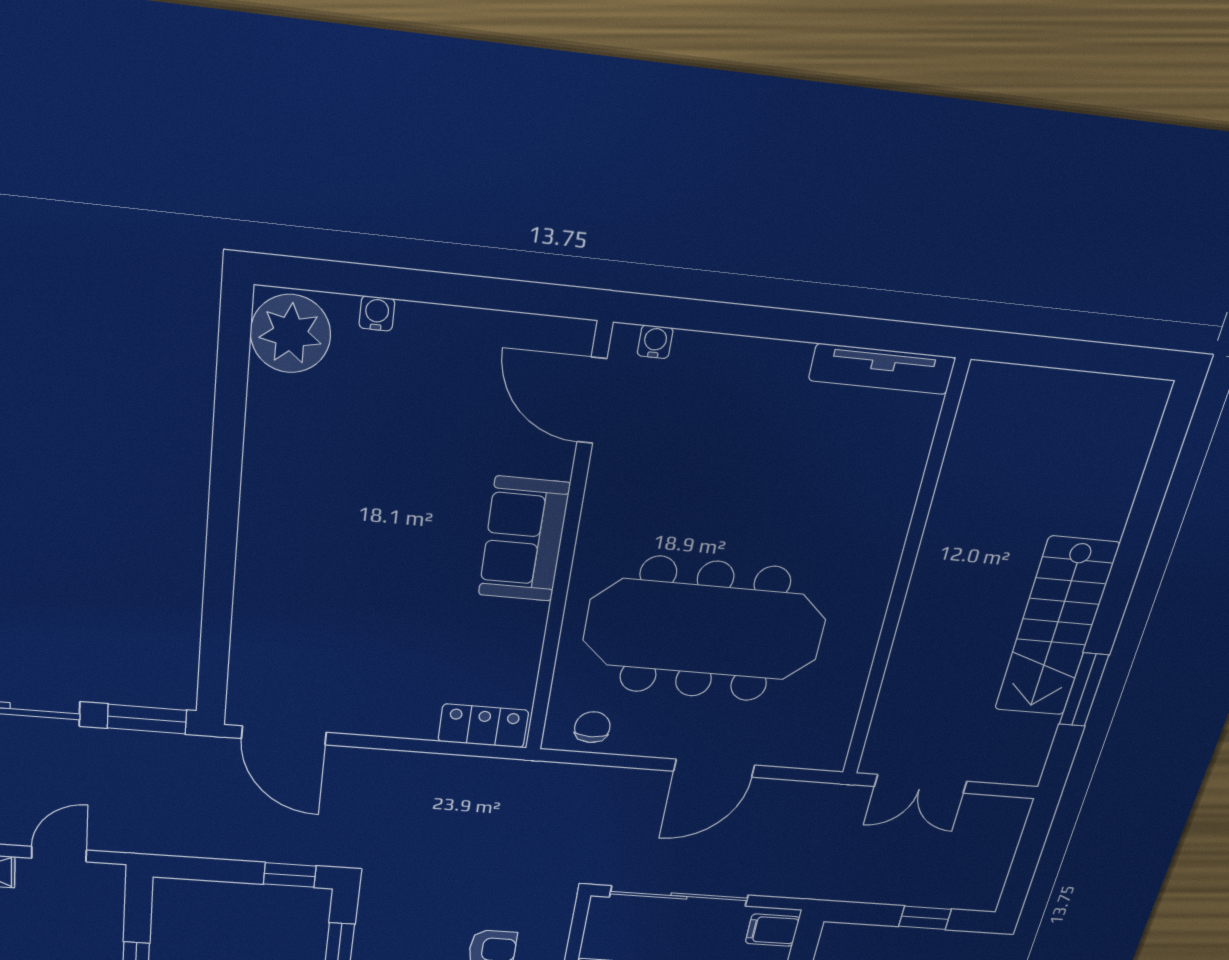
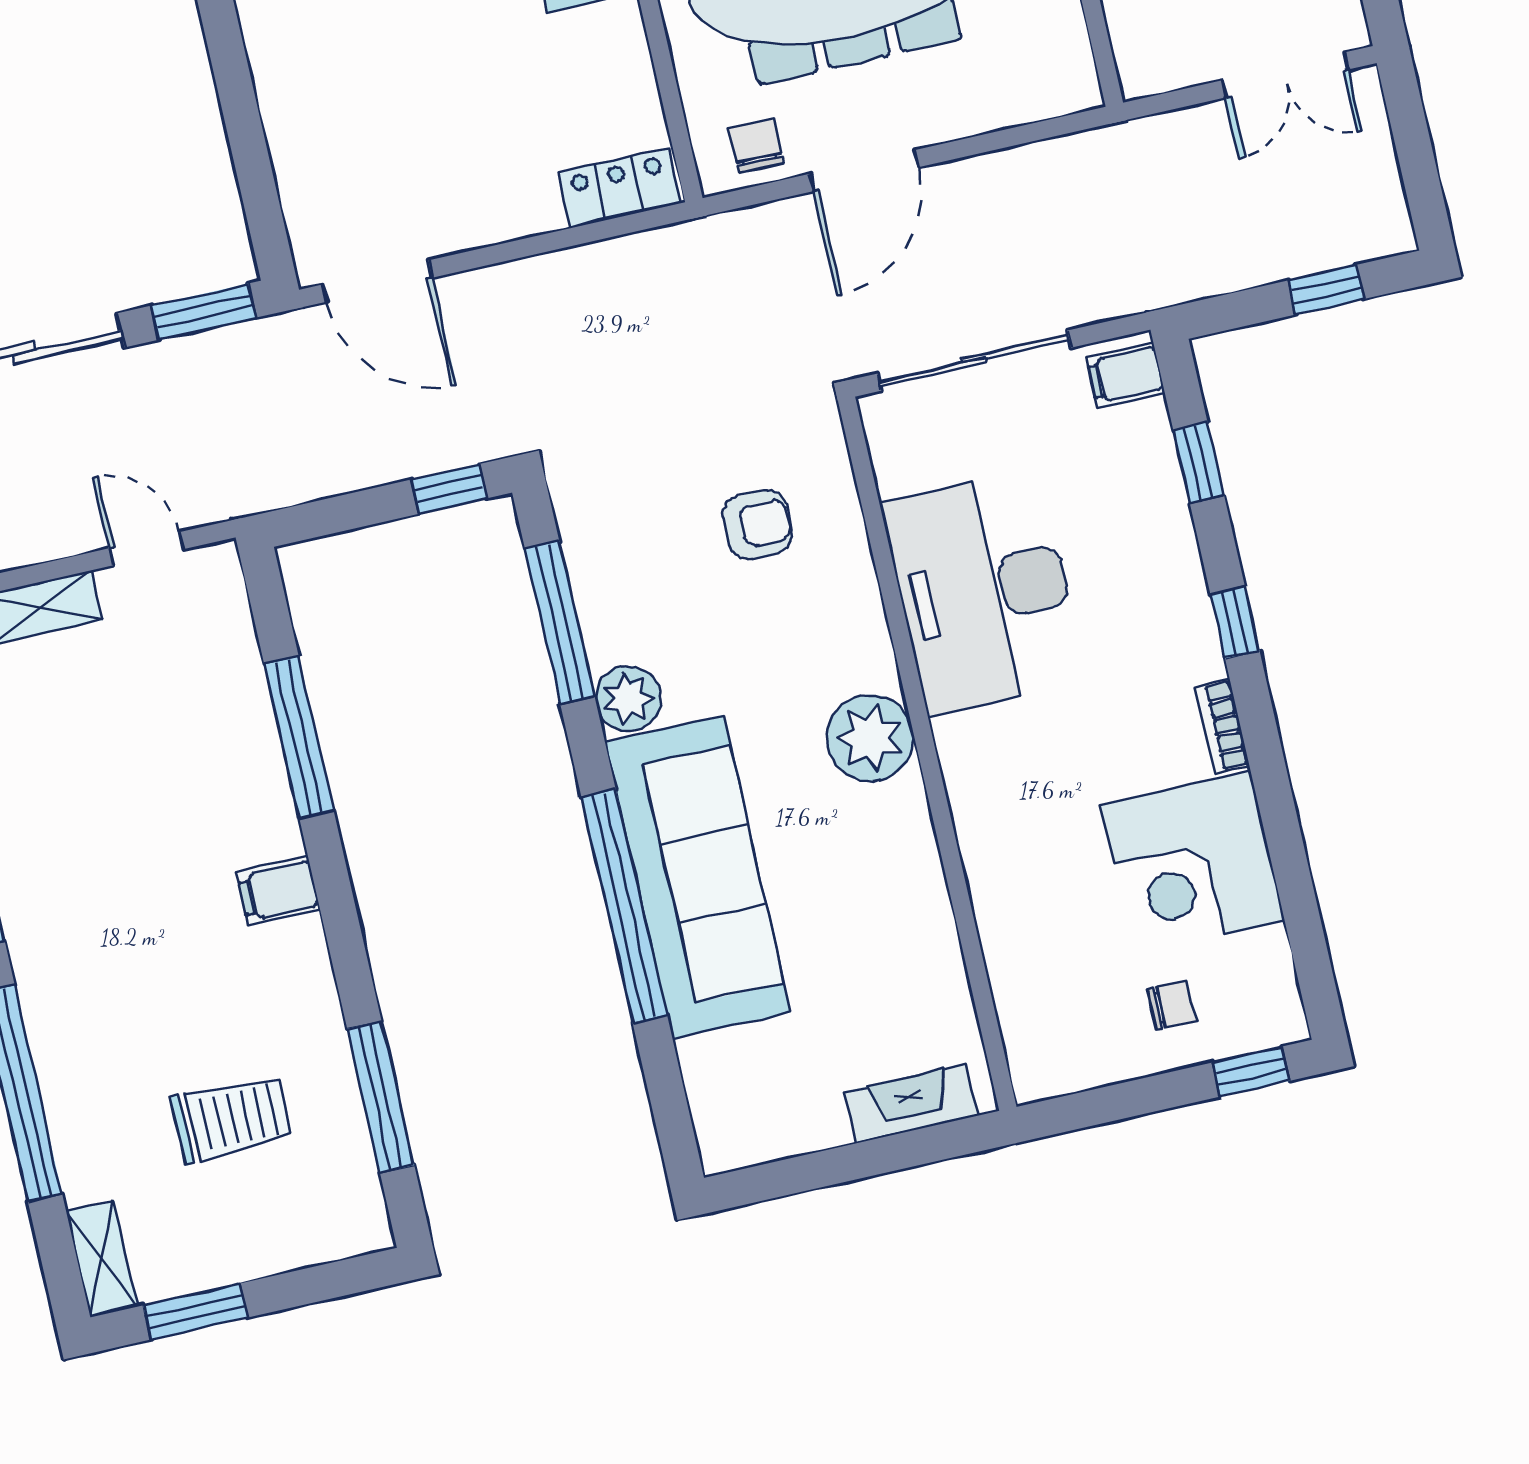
door: (714, 768) -> (864, 171), moved
double door: (921, 784) -> (1285, 75), moved
door: (59, 854) -> (146, 549), hinge flipped

